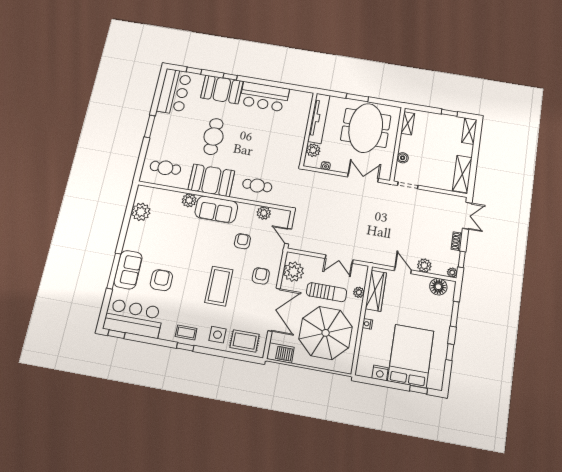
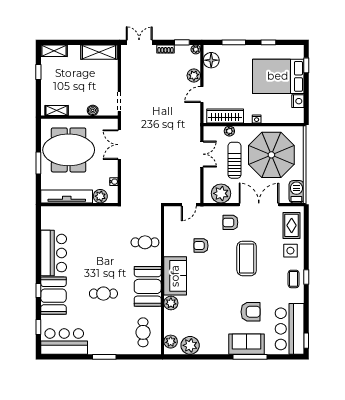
cafe table: (214, 136) -> (103, 294), width x0.73, depth x0.74
cafe table: (257, 186) -> (145, 242), turned 90
plant: (264, 213) -> (171, 342), moved
armchair: (161, 280) -> (251, 312), turned 180
coffee table: (219, 286) -> (247, 258), turned 90

